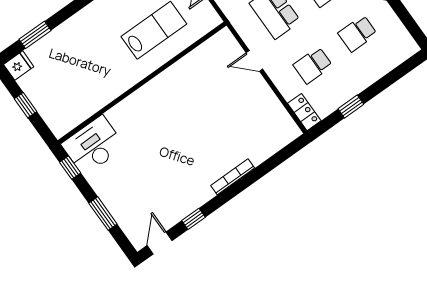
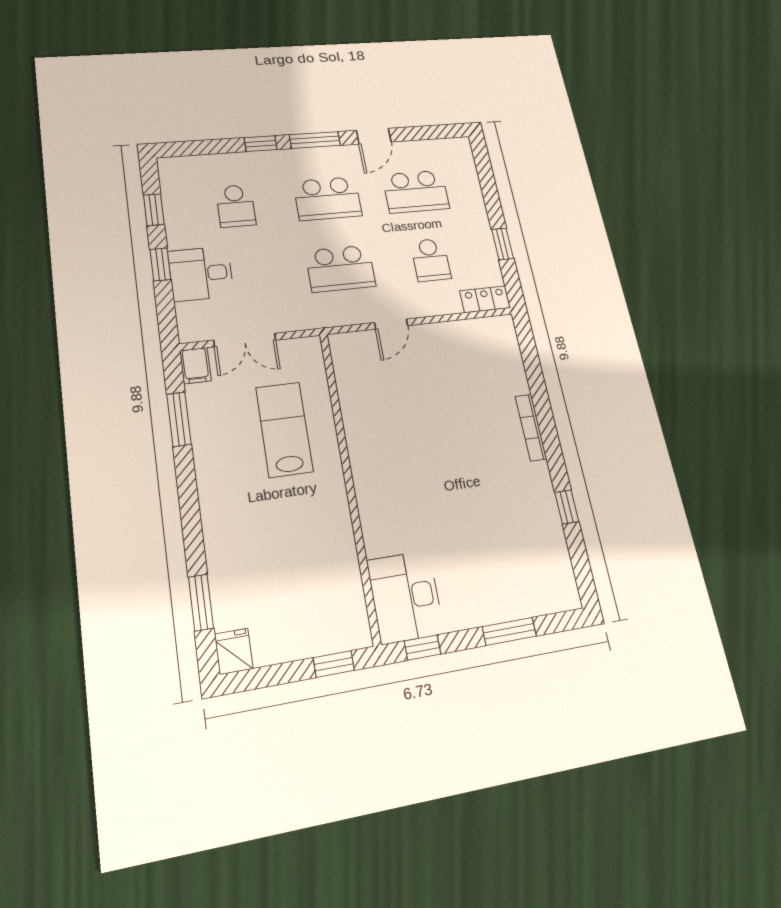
school desk: (358, 33) -> (416, 192), width x1.85
window: (26, 105) -> (334, 664), moved
door: (160, 243) -> (582, 570), removed

